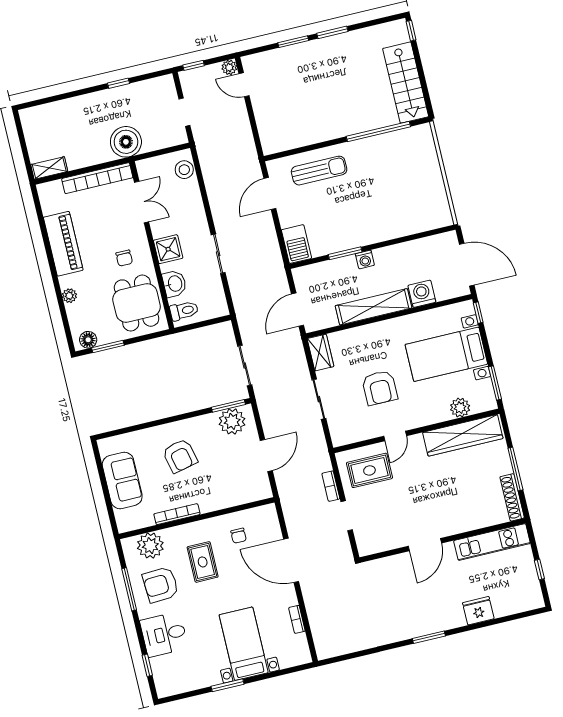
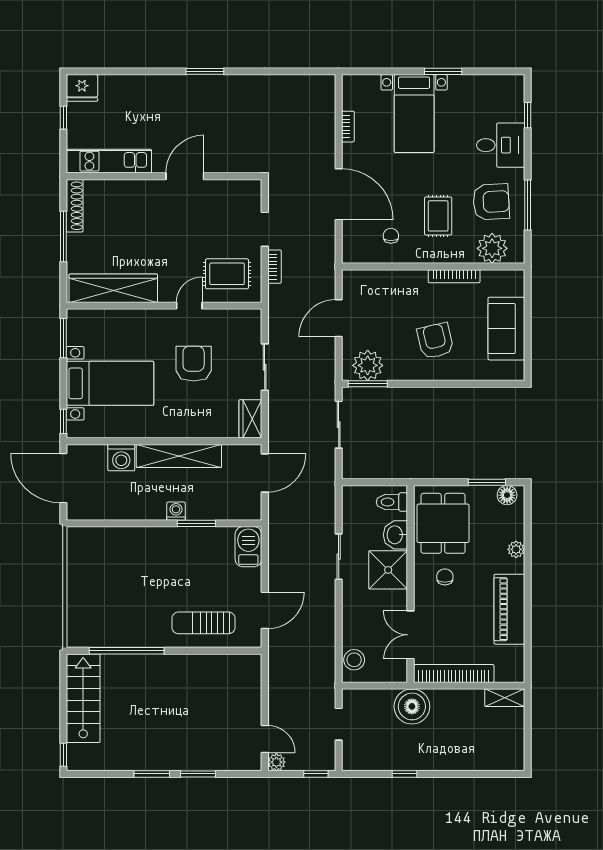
shower: (168, 249) -> (388, 570), width x1.36, depth x1.36
plant: (460, 408) -> (109, 320), removed
fridge: (478, 611) -> (82, 88), moved

